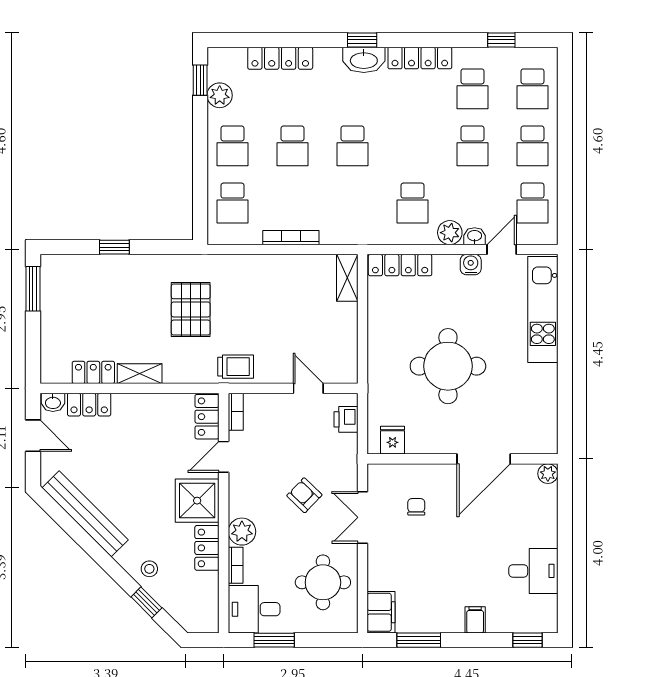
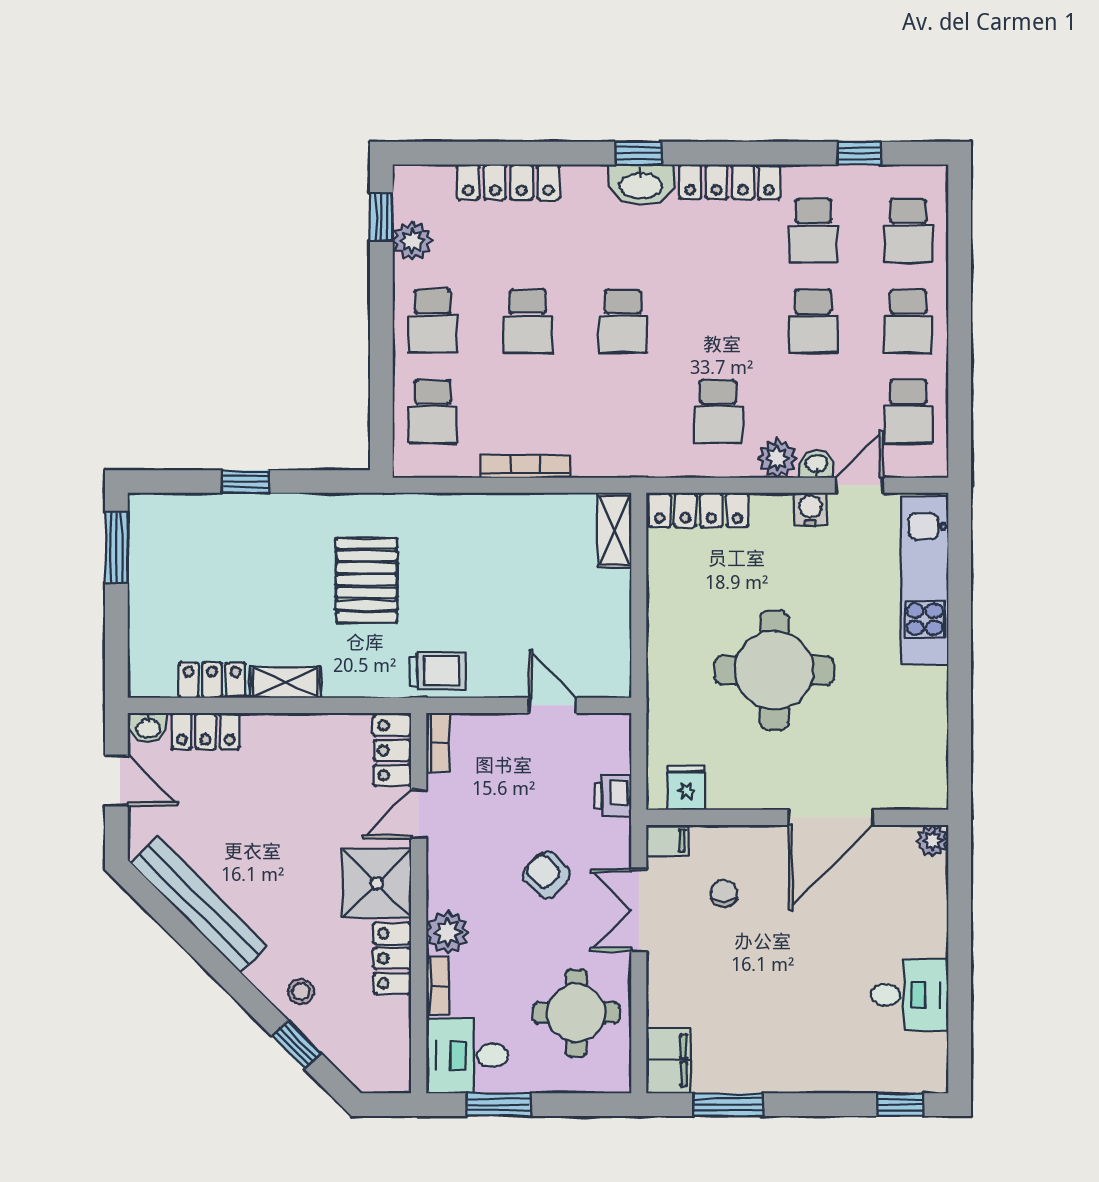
printer: (346, 419) -> (613, 796), moved
filing cabinet: (475, 620) -> (667, 841), moved, turned 90

